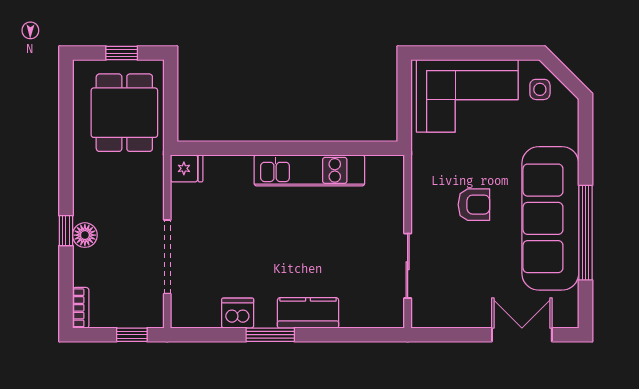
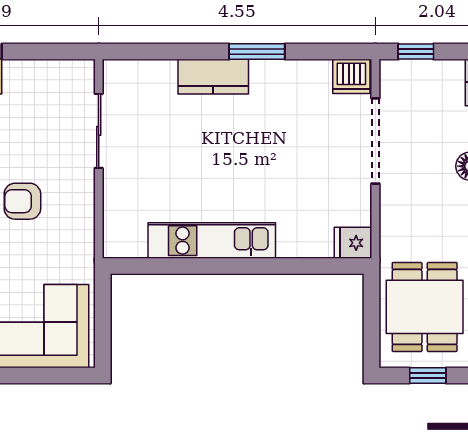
dishwasher: (238, 313) -> (351, 76), moved

